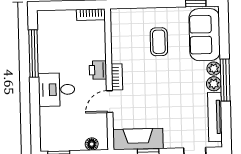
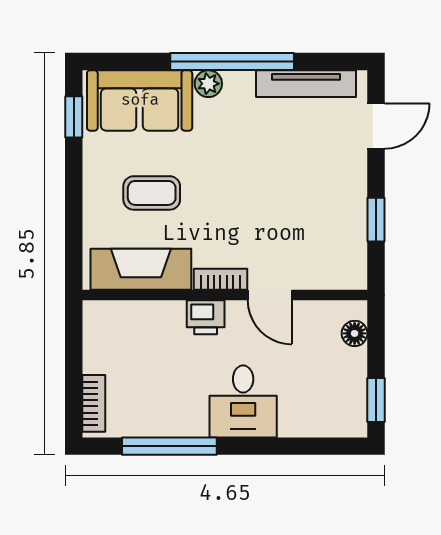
bookcase: (91, 15) -> (94, 403), moved
window: (225, 80) -> (232, 62), width x1.46
plant: (214, 84) -> (239, 84), removed
fireplace: (138, 139) -> (141, 269), moved, turned 90

